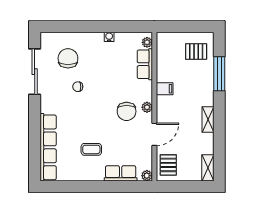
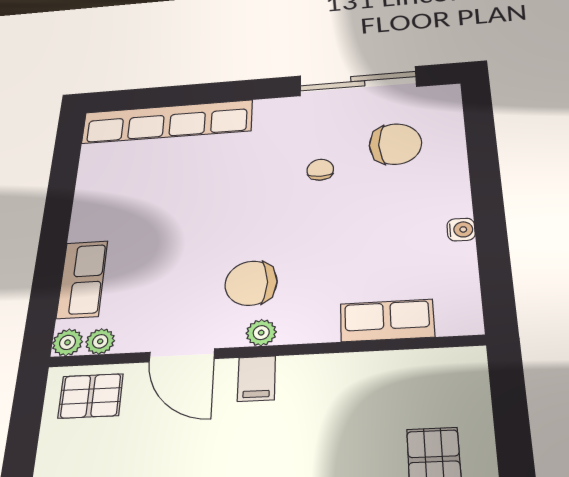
plant: (147, 42) -> (100, 341), moved
filing cabinet: (165, 89) -> (256, 379), moved
coffee table: (91, 149) -> (153, 210), removed

